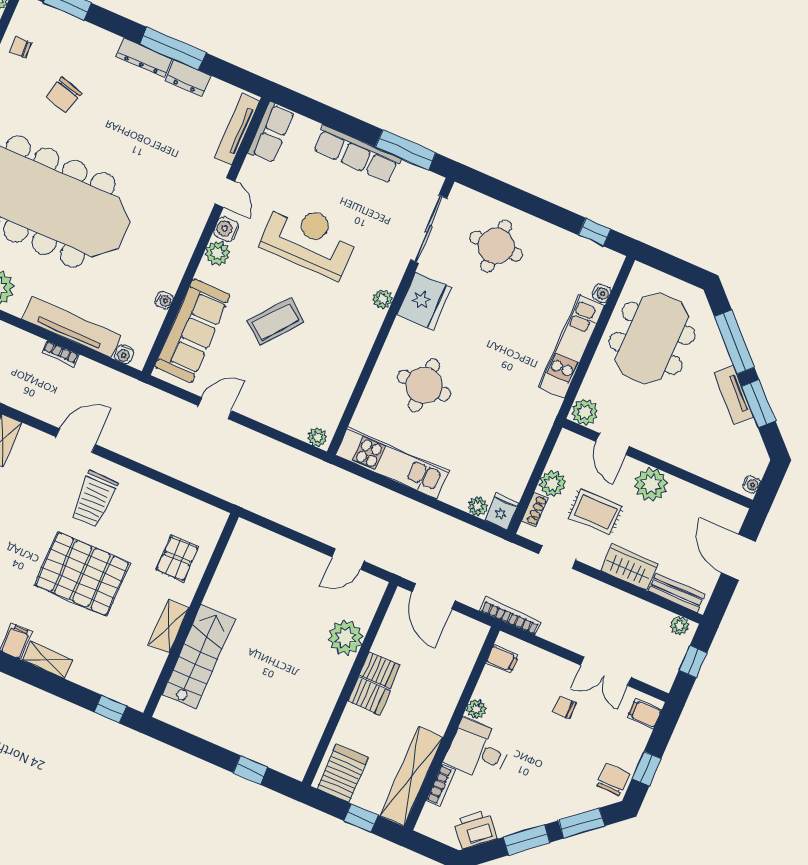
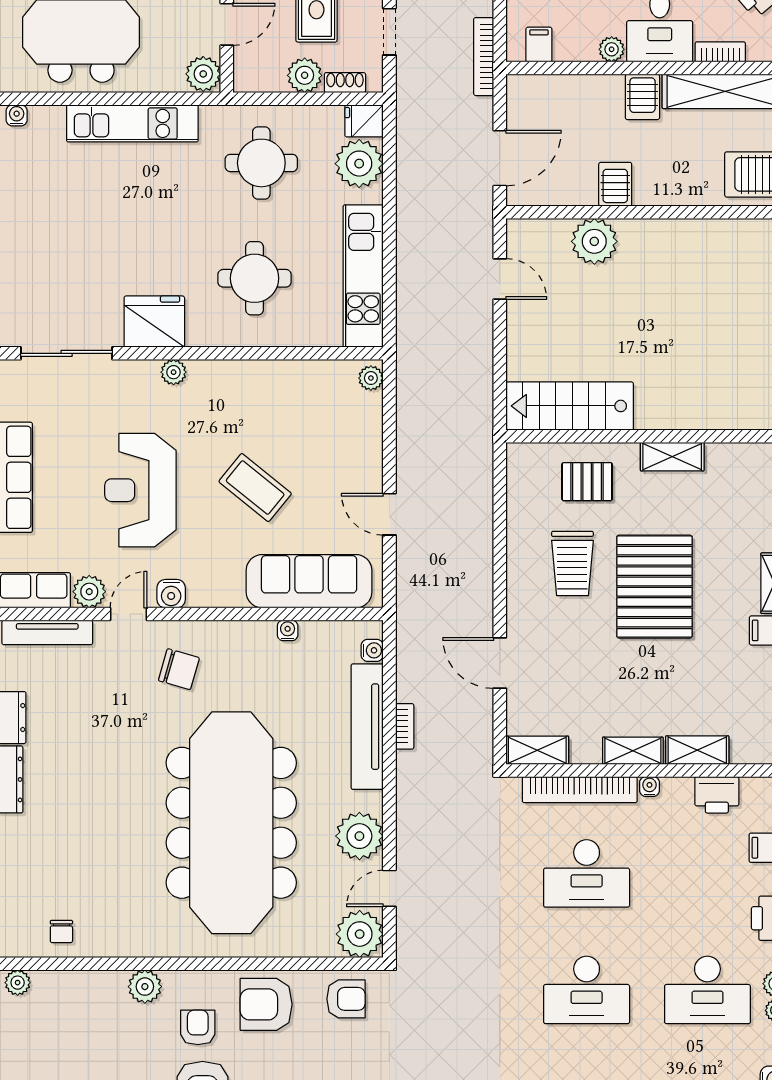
chair: (64, 95) -> (179, 669), moved
round table: (496, 246) -> (261, 163), moved
plant: (217, 253) -> (89, 592), moved
water cooler: (601, 293) -> (17, 115), moved
trolley: (94, 499) -> (572, 563), moved, turned 90
plant: (478, 506) -> (359, 164), width x1.88, depth x1.88
stairs: (198, 657) -> (570, 406), moved
server rack: (369, 696) -> (642, 97), moved, turned 180

